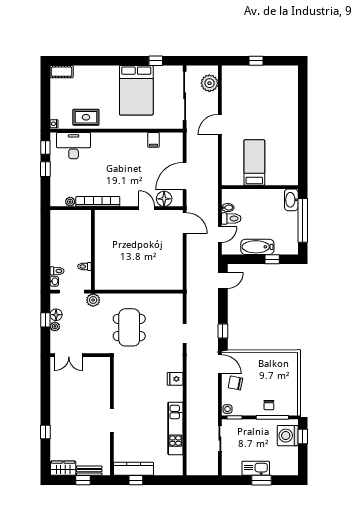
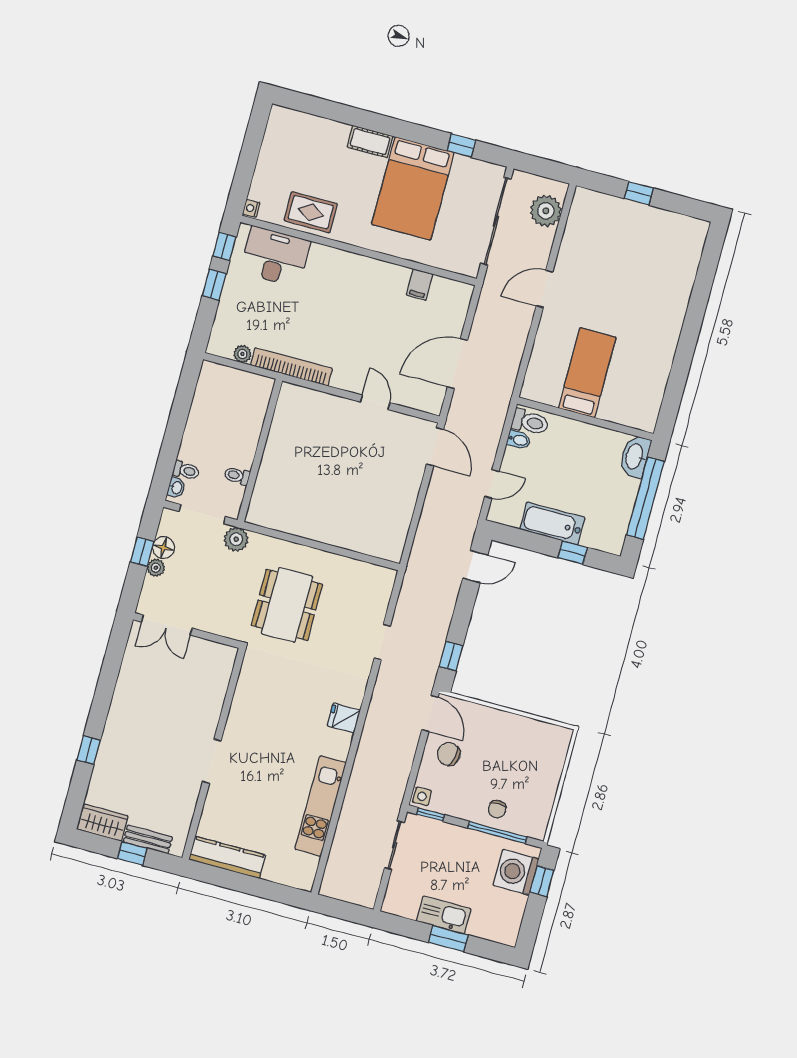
cot: (62, 72) -> (370, 142), moved
floor lamp: (164, 199) -> (410, 394), removed
toilet: (231, 219) -> (530, 422), moved
window: (136, 480) -> (226, 879), removed

